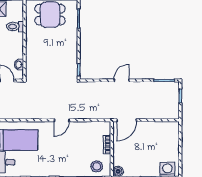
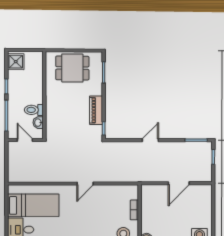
toilet: (15, 26) -> (34, 110), moved
piano: (72, 53) -> (96, 110), added
door: (127, 120) -> (179, 183), moved

